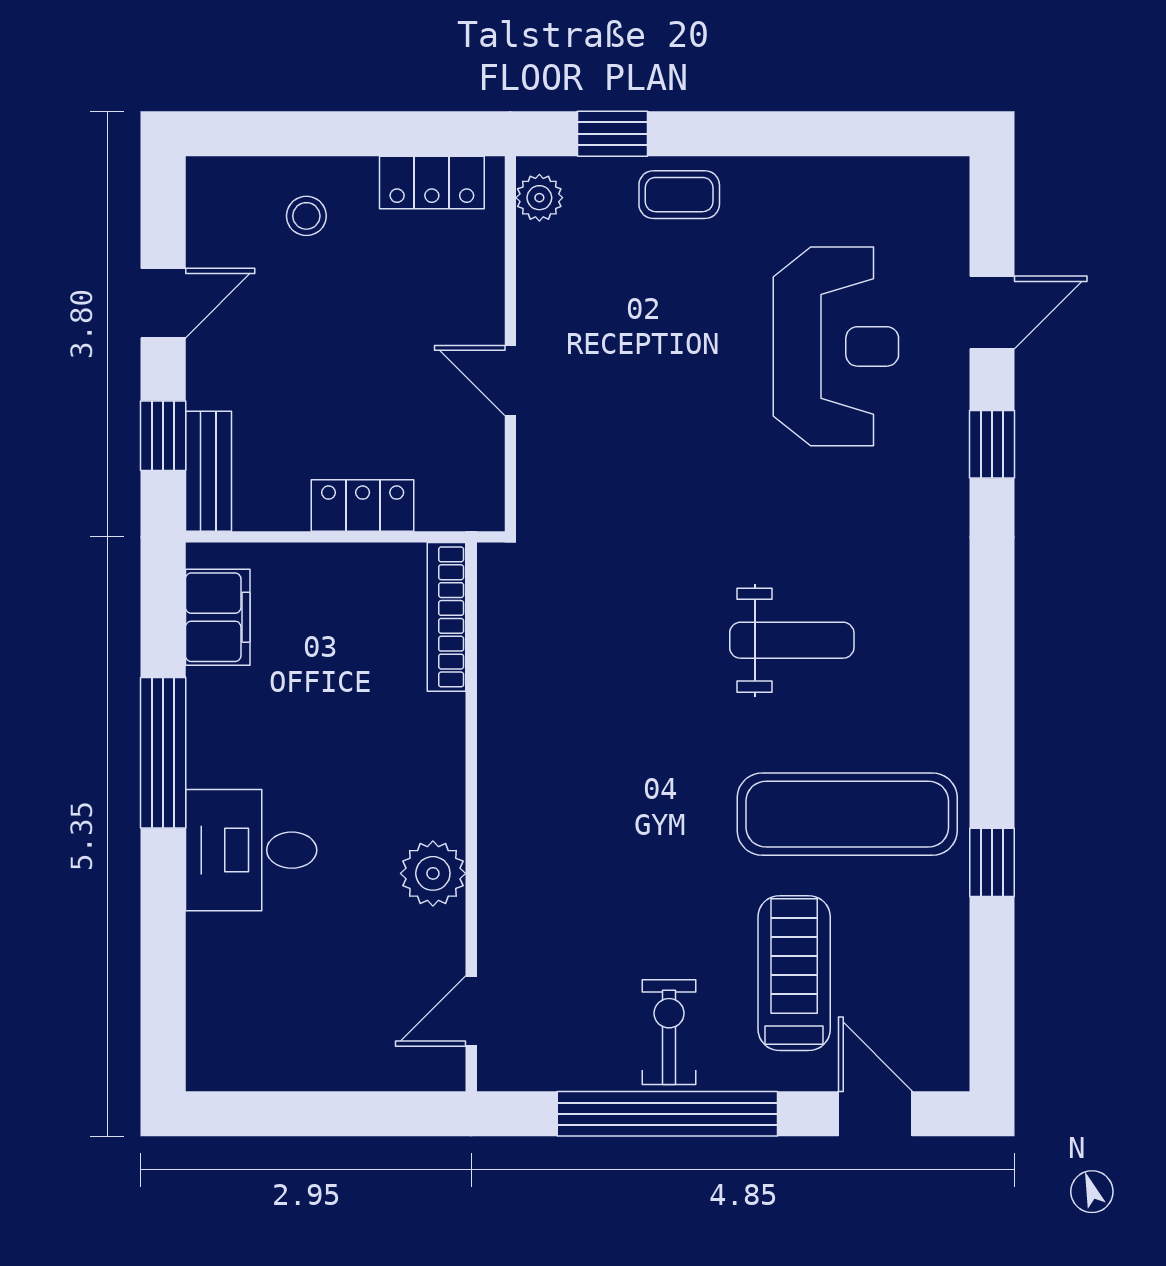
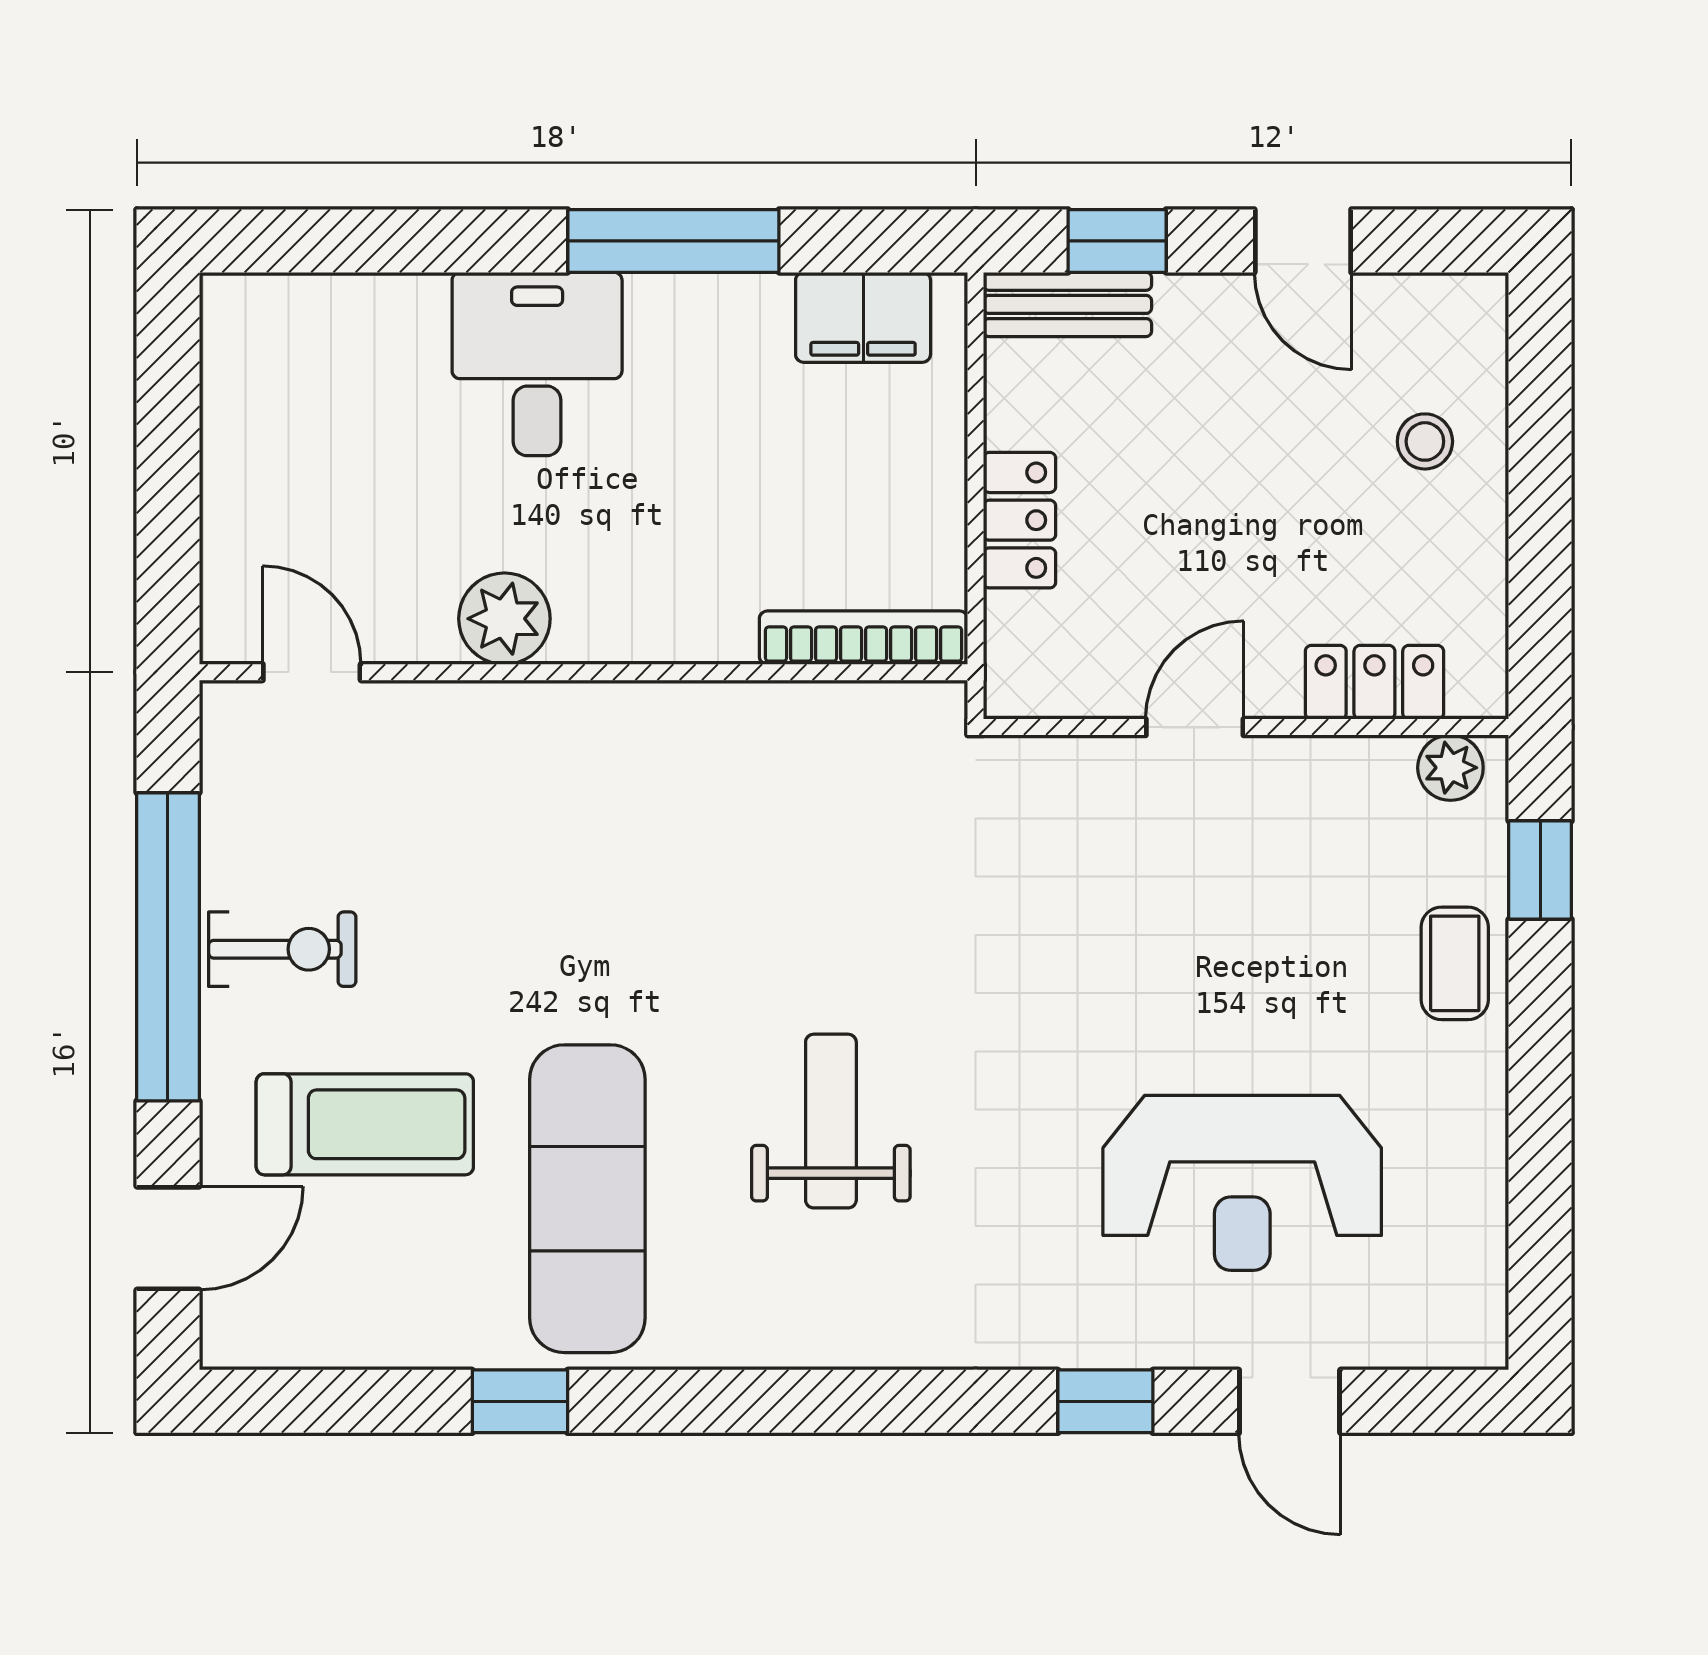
locker: (432, 182) -> (1374, 682), moved, turned 90
weight bench: (792, 640) -> (831, 1121), turned 180

